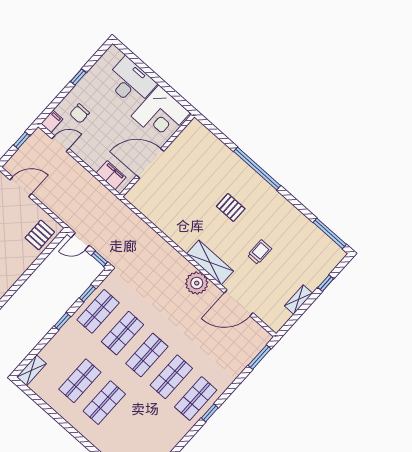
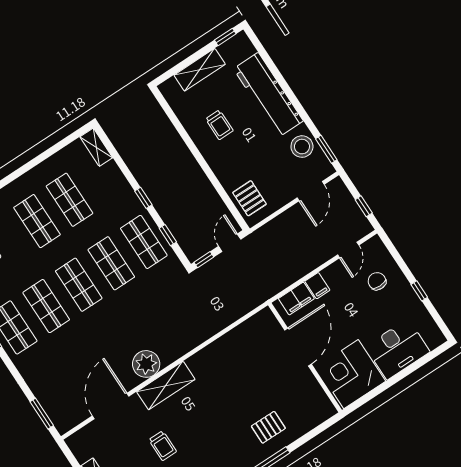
filing cabinet: (52, 121) -> (317, 286), moved
pallet: (231, 207) -> (268, 427), moved

